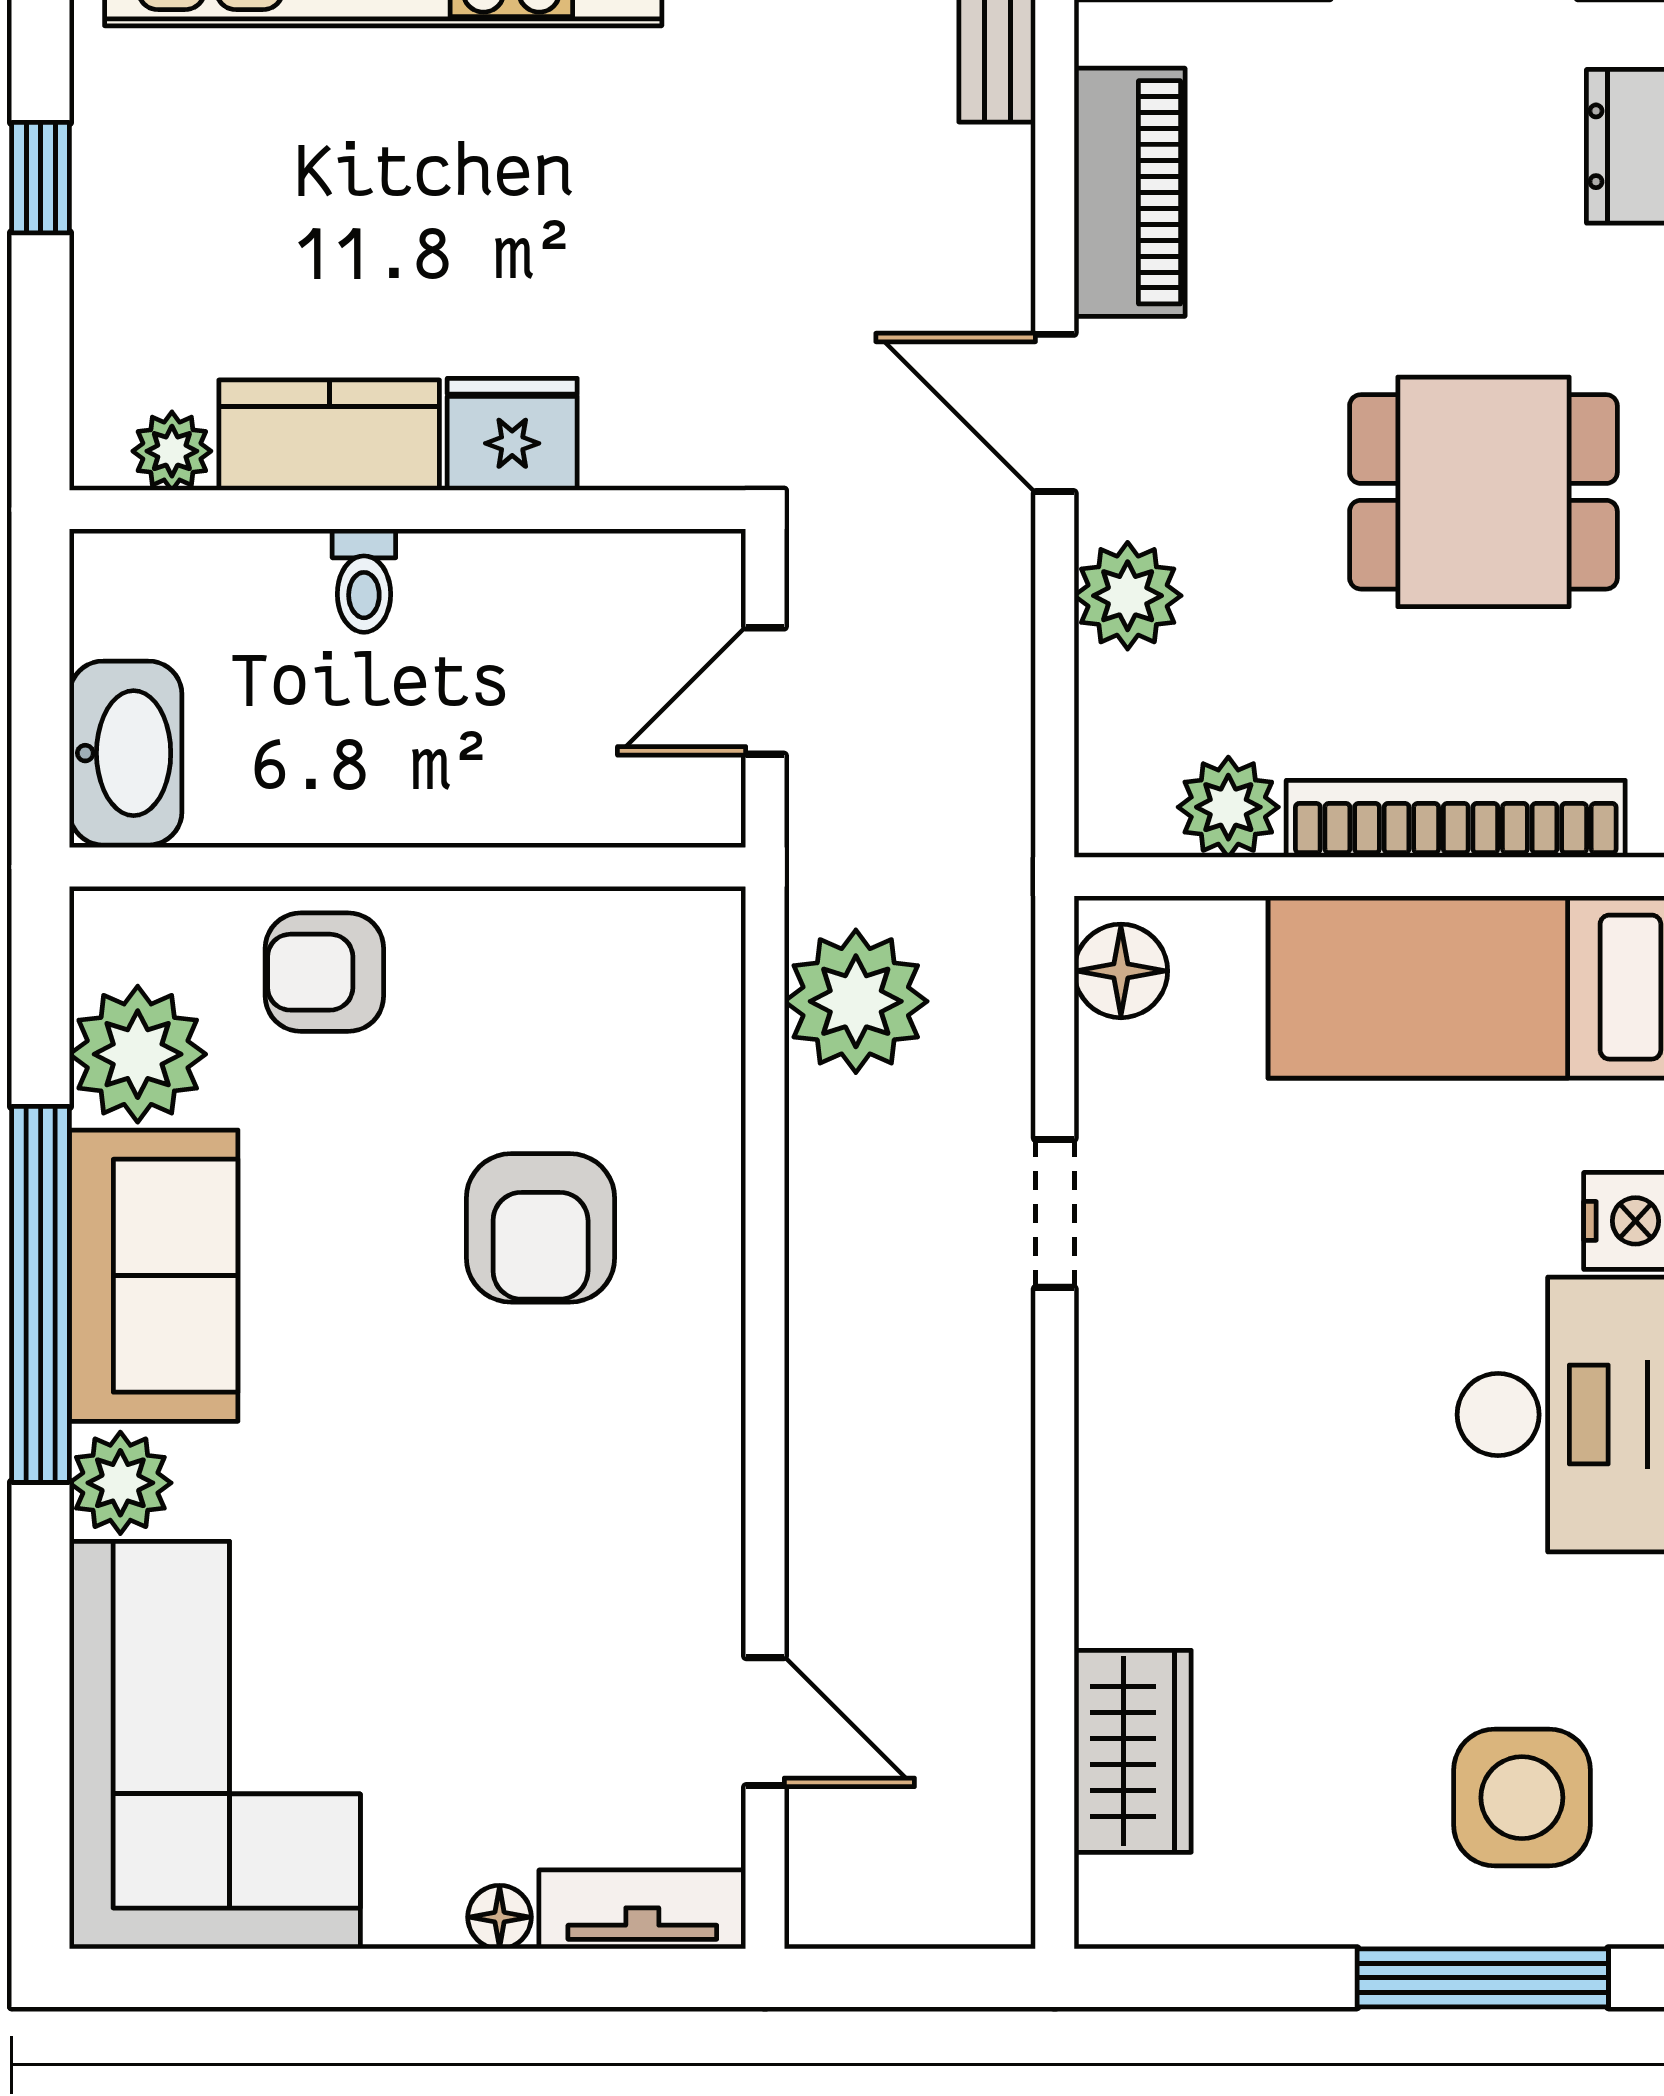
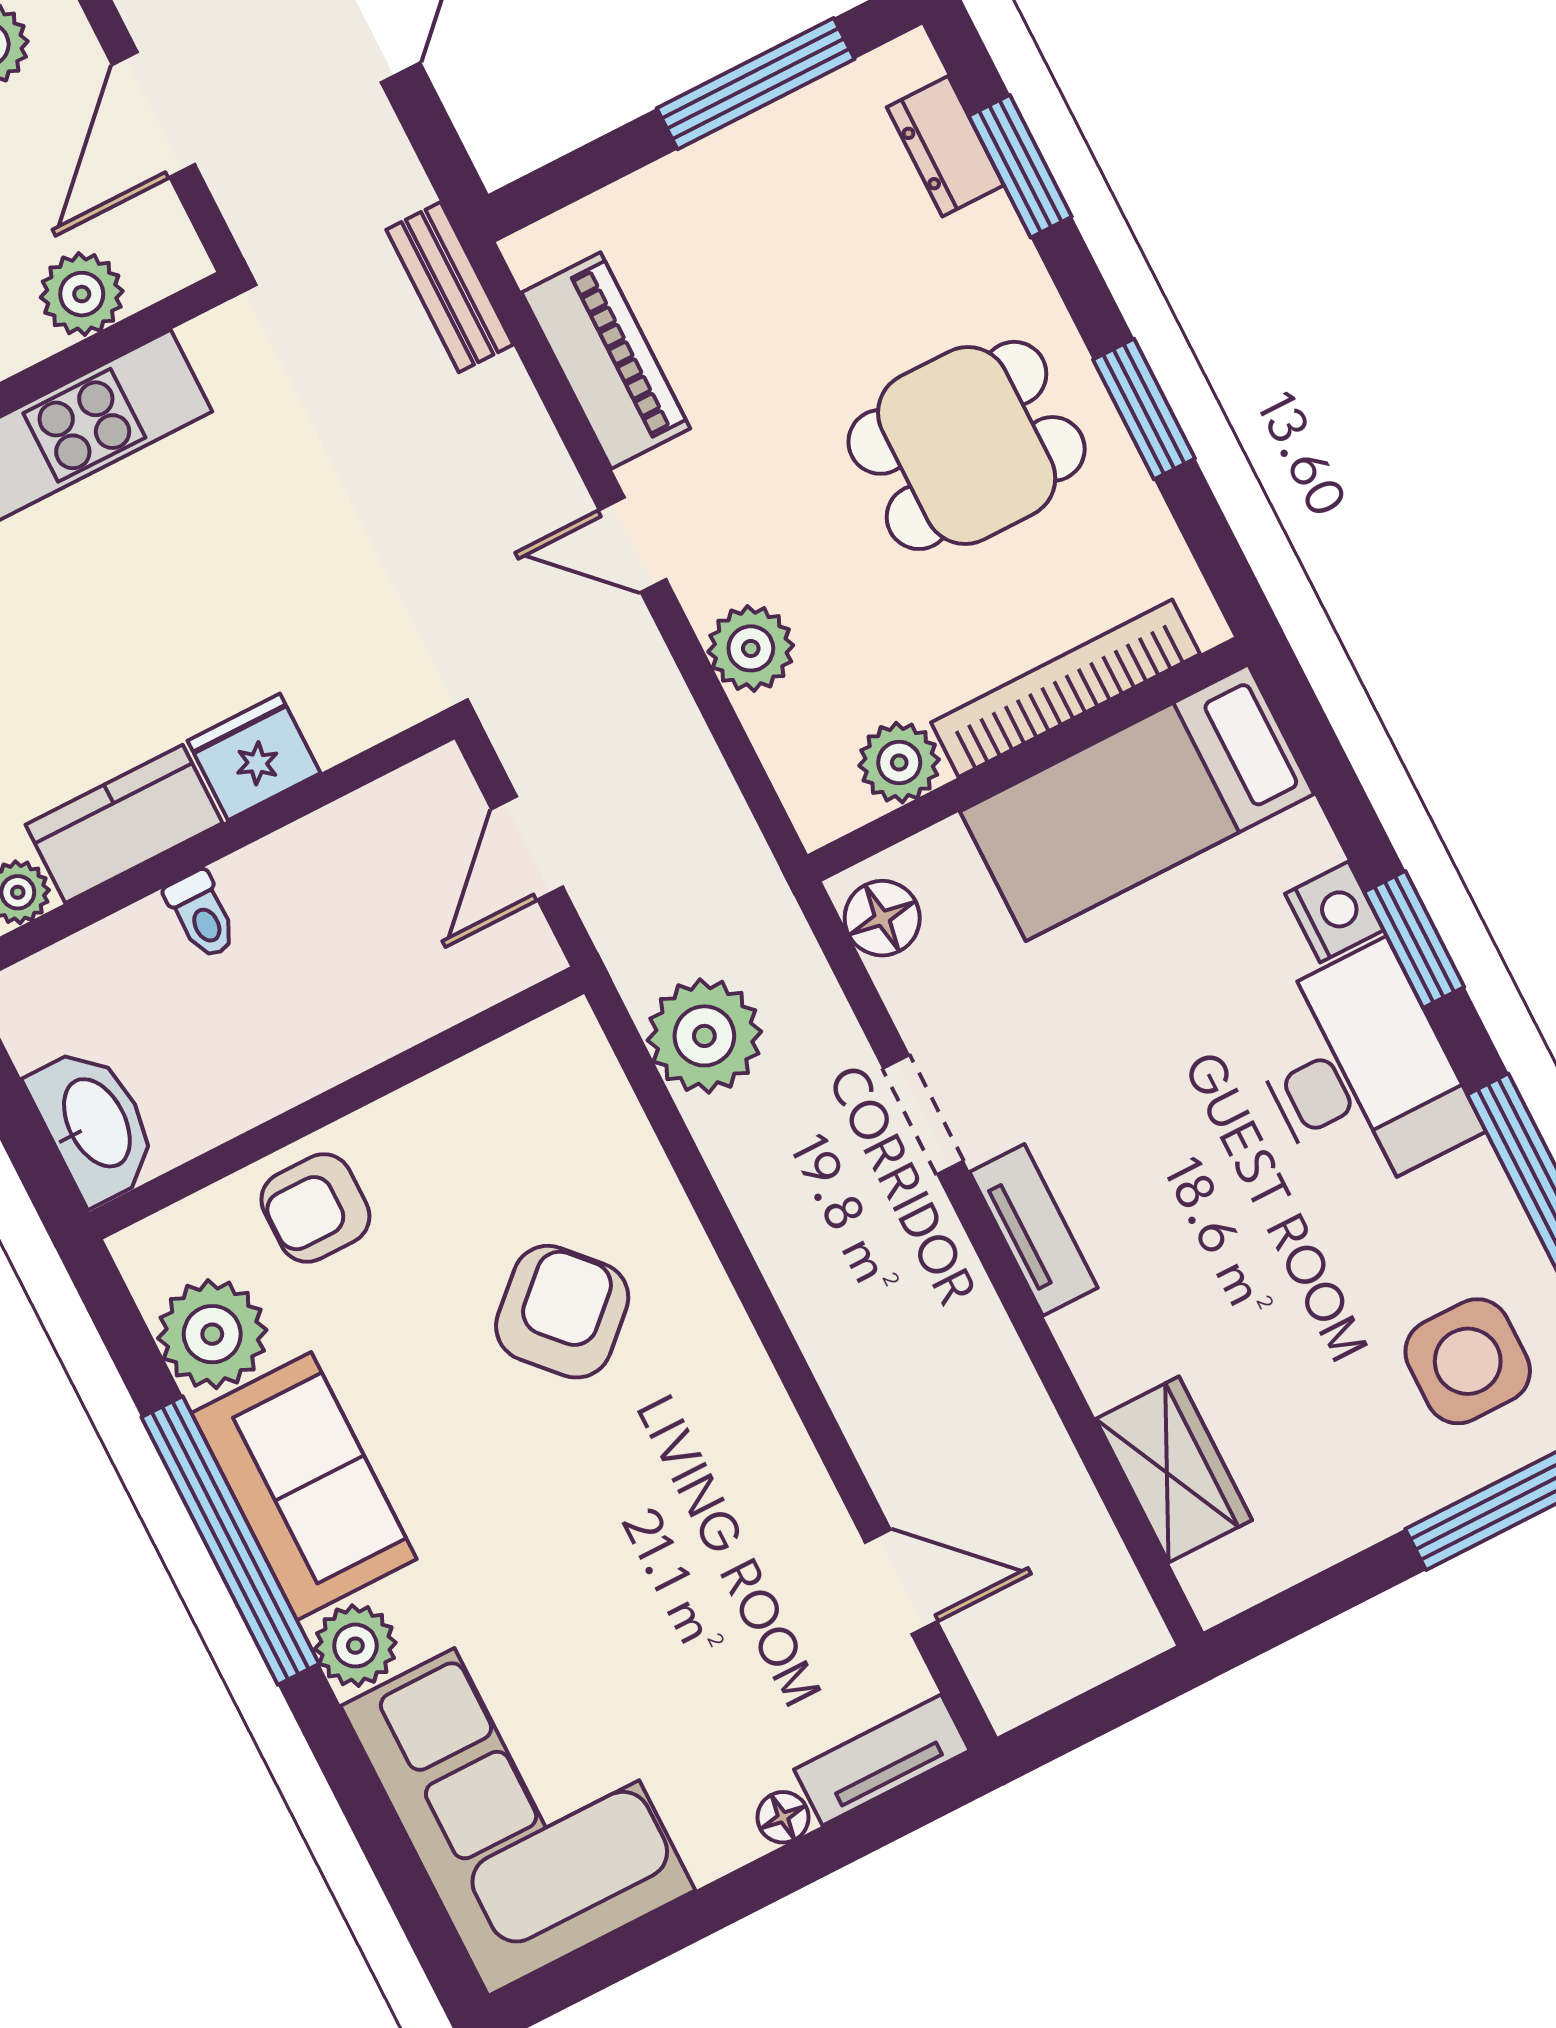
door: (1055, 413) -> (633, 545), width x0.73
armchair: (541, 1228) -> (562, 1312), turned -133
tv unit: (1113, 1404) -> (1034, 1230), added

